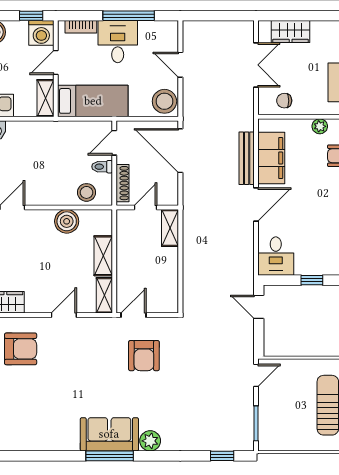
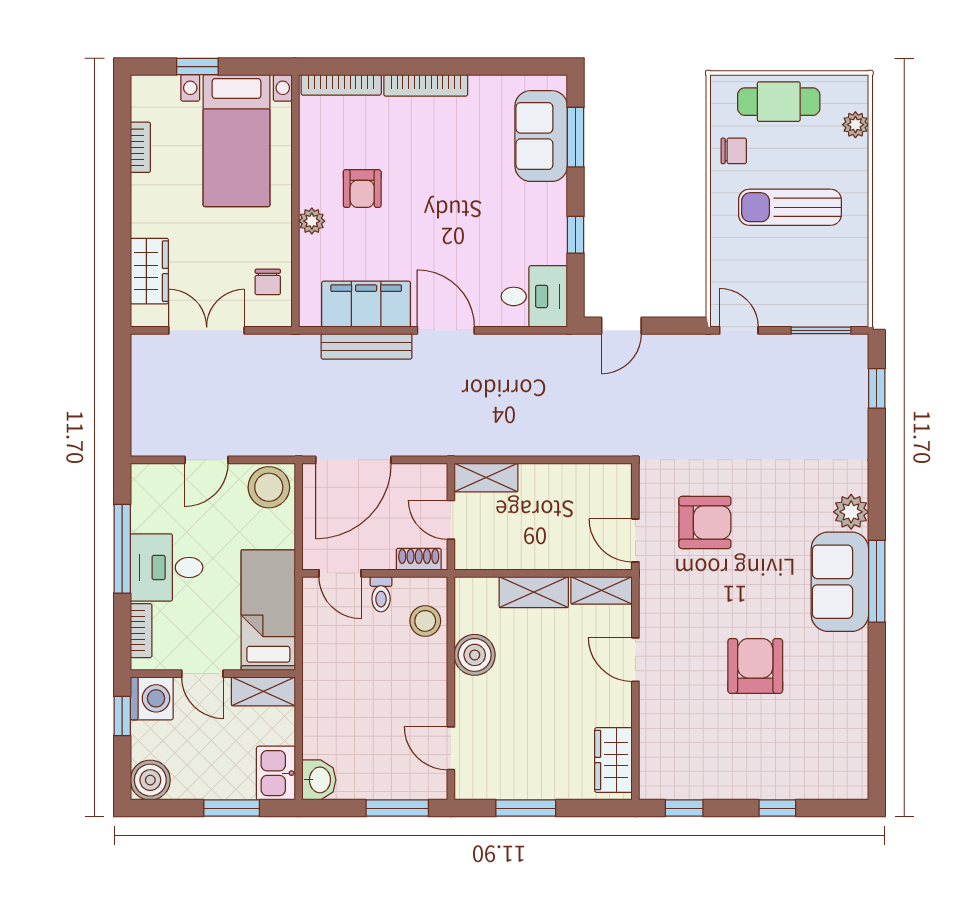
shoe rack: (123, 183) -> (419, 559), width x0.70
armchair: (21, 349) -> (755, 666), moved

